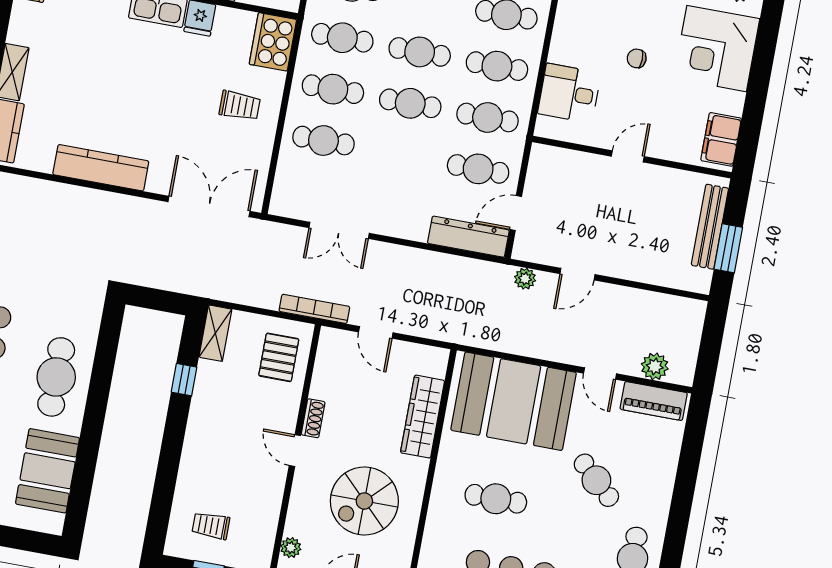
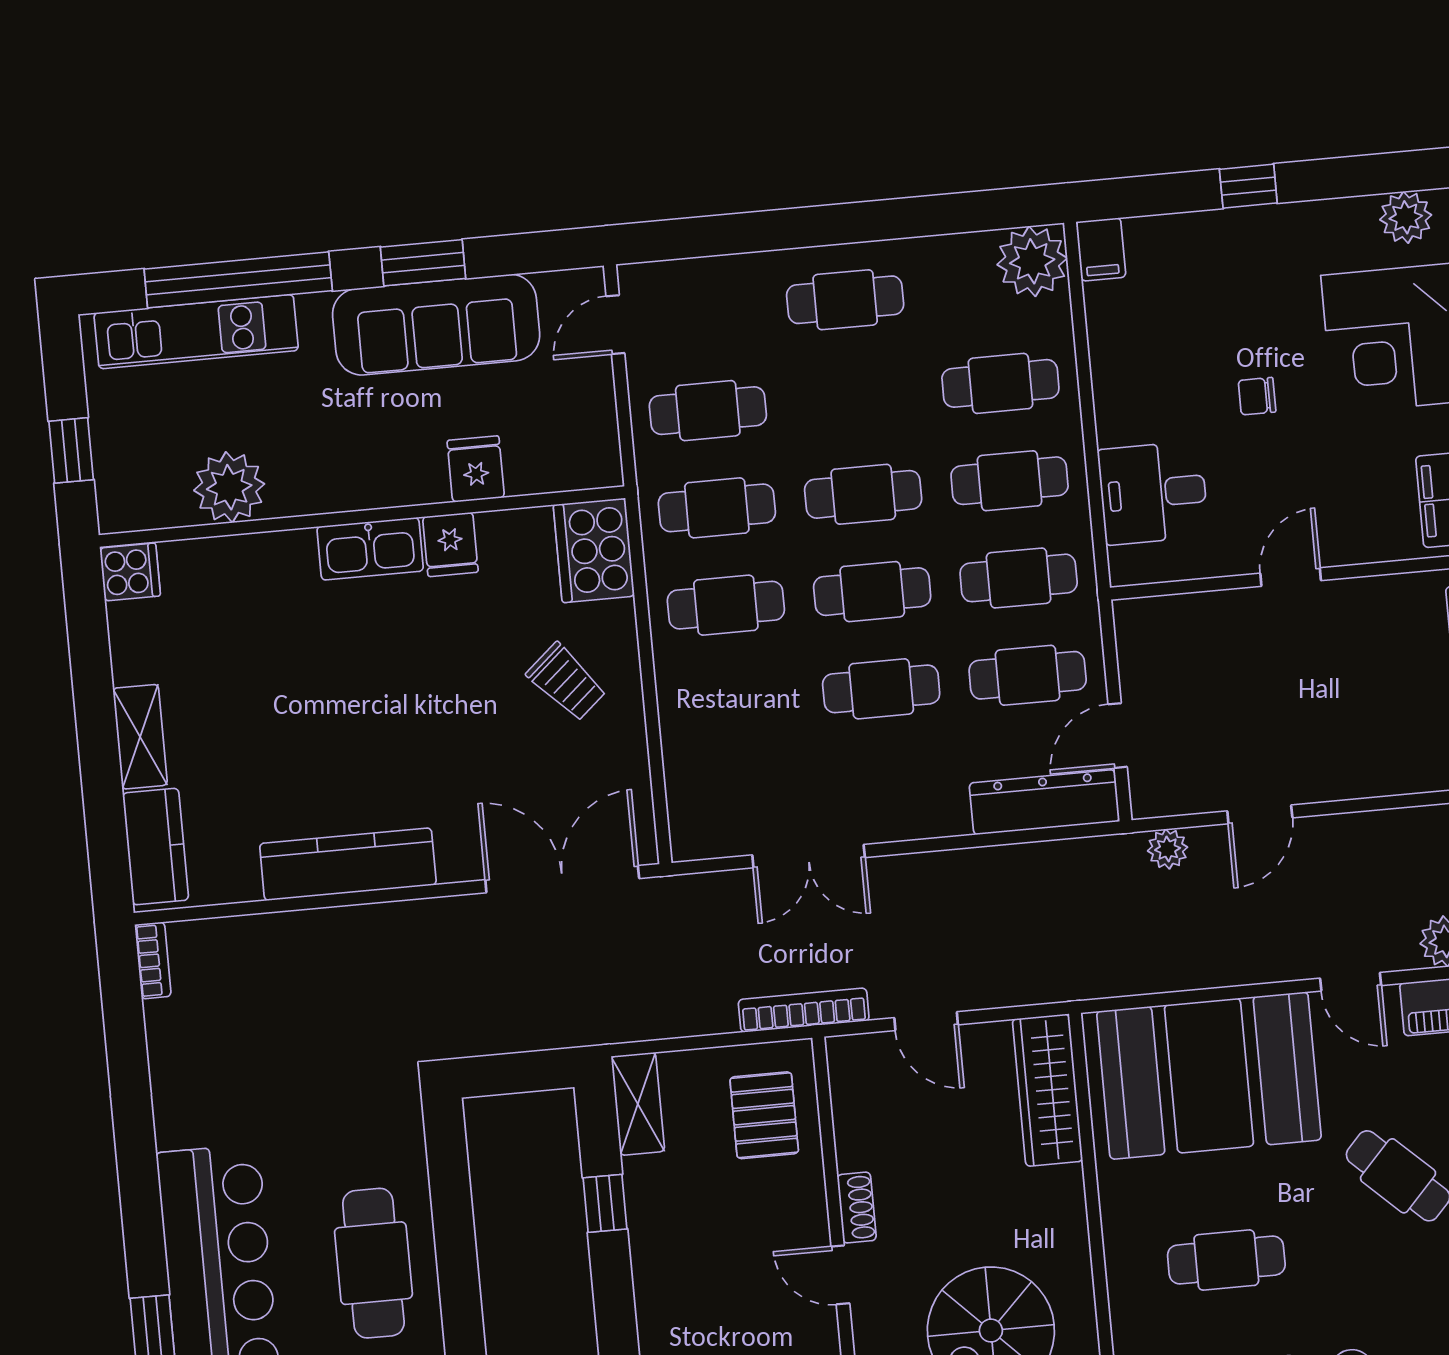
trolley: (240, 106) -> (566, 682), turned 49
cafe table: (323, 141) -> (881, 689), moved
wardrobe: (423, 417) -> (1048, 1090), moved

